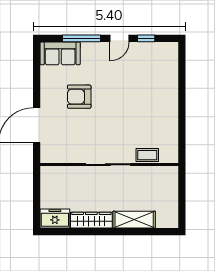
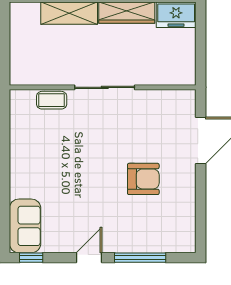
window: (146, 38) -> (31, 258), moved
sofa: (60, 53) -> (25, 226), moved, turned 90

